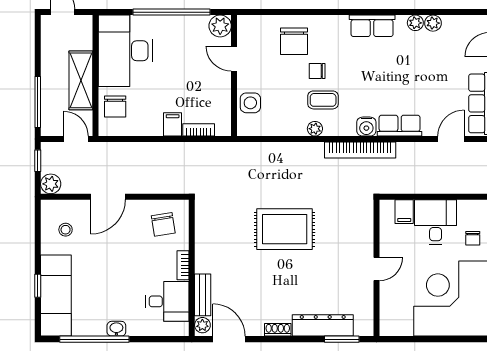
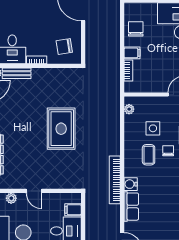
side table: (250, 103) -> (153, 128), moved
chair: (115, 107) -> (136, 29), moved, turned 90
plant: (315, 129) -> (129, 109), moved
plant: (387, 303) -> (11, 198), added

